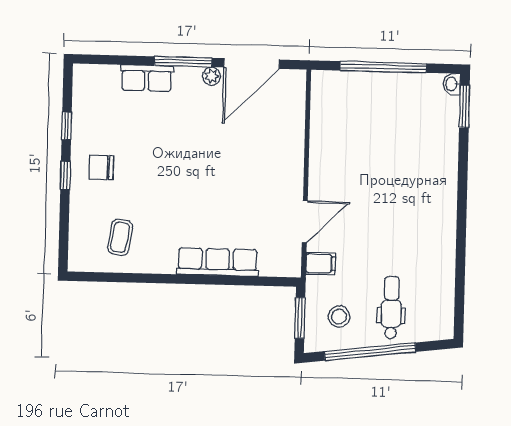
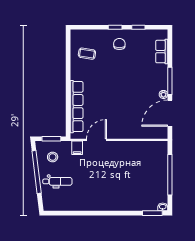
door: (252, 64) -> (170, 113), hinge flipped
row of seats: (147, 78) -> (162, 52), moved
door: (305, 222) -> (96, 140), swing flipped
row of seats: (218, 262) -> (77, 107), width x1.36

